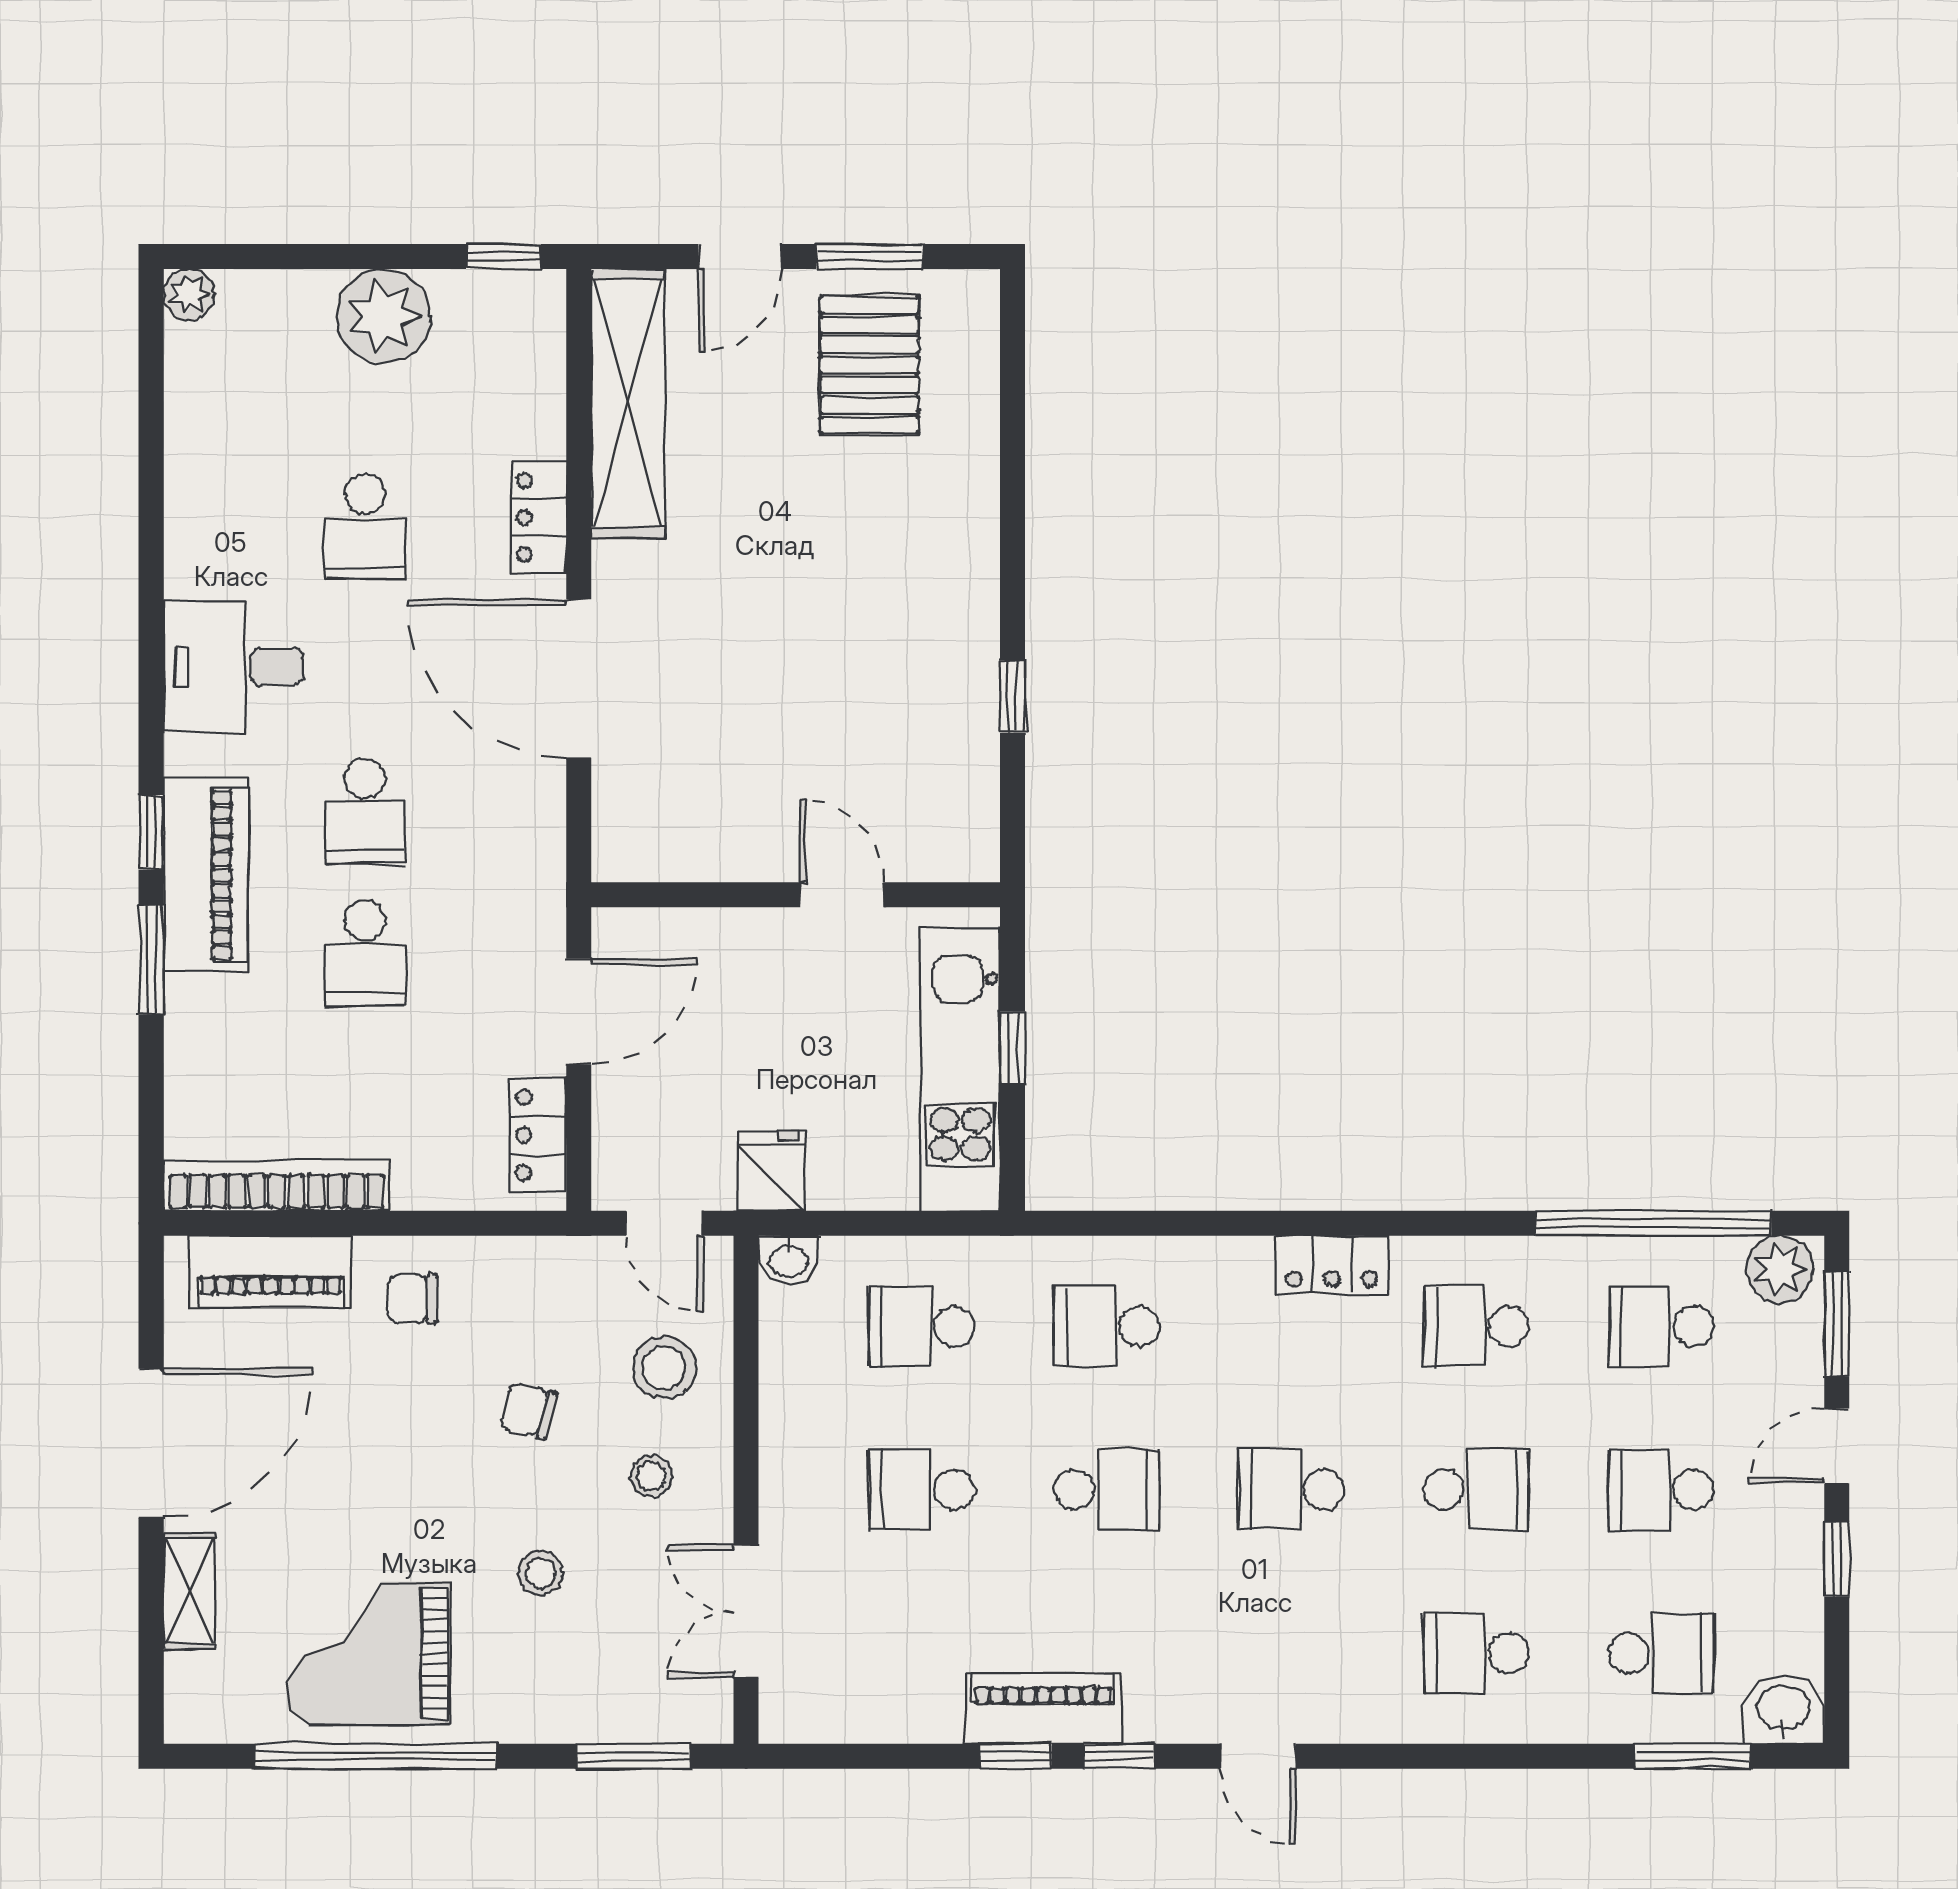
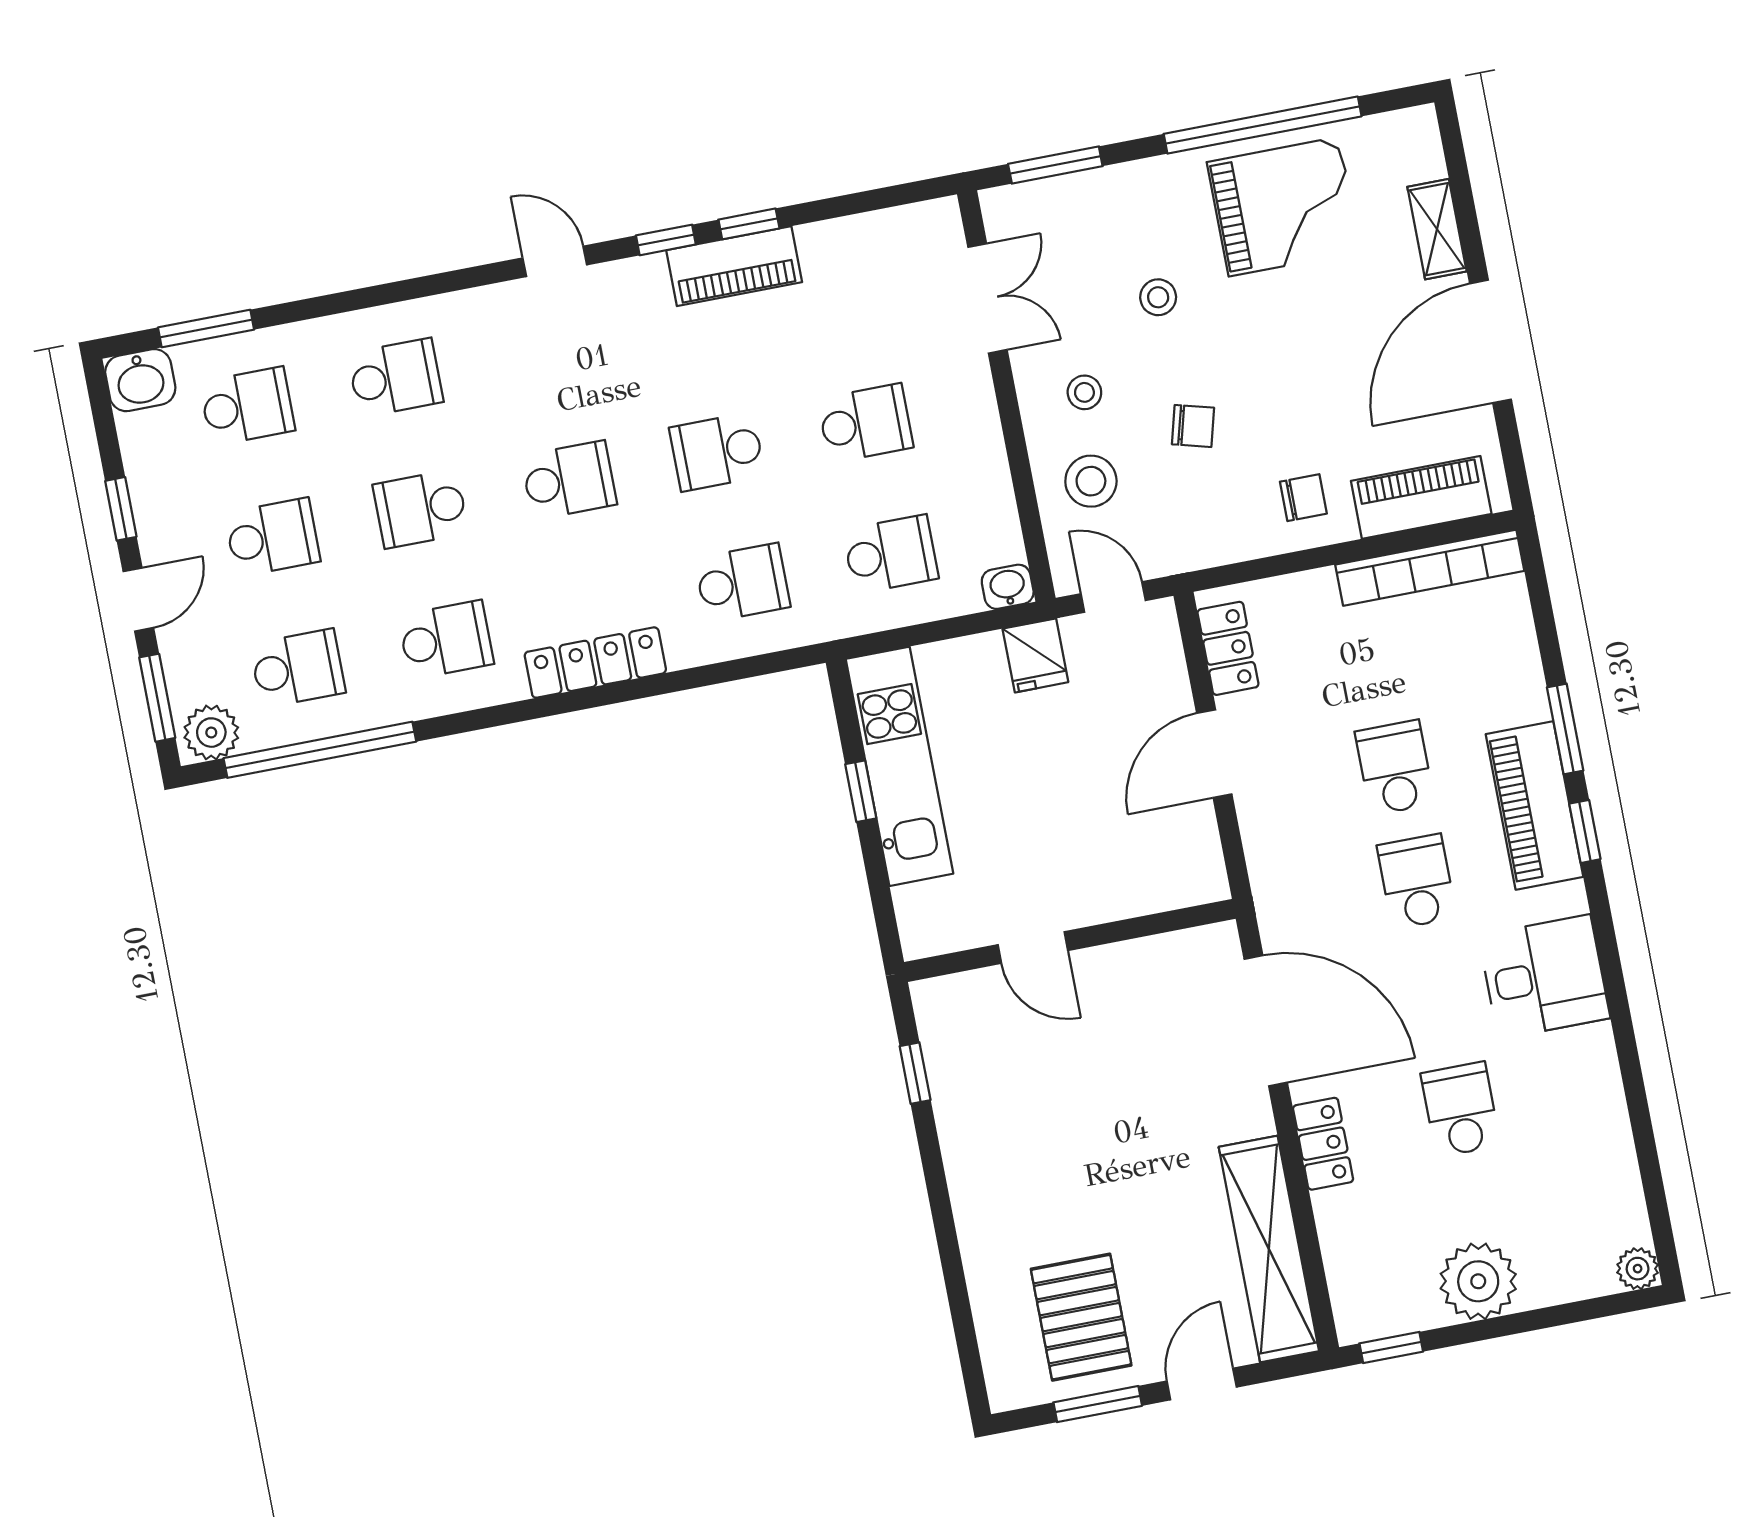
wall: (796, 895) -> (1070, 940), moved
door: (842, 895) -> (1033, 948), moved
locker: (1332, 1264) -> (595, 663), width x1.53
school desk: (1661, 1653) -> (247, 406), turned 180

